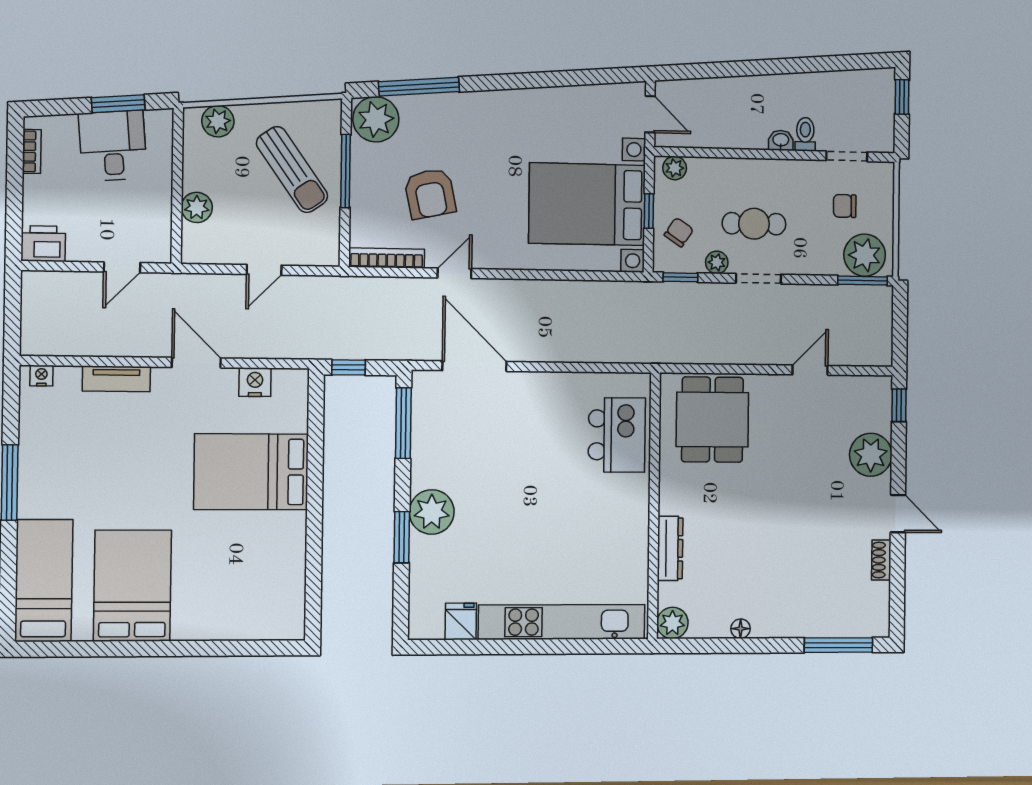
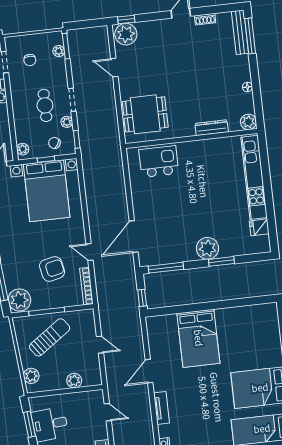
plant: (865, 255) -> (59, 51), width x0.53, depth x0.53
nightstand: (255, 382) -> (155, 342), removed
plant: (871, 455) -> (126, 34), moved
bench: (848, 626) -> (240, 32), added

